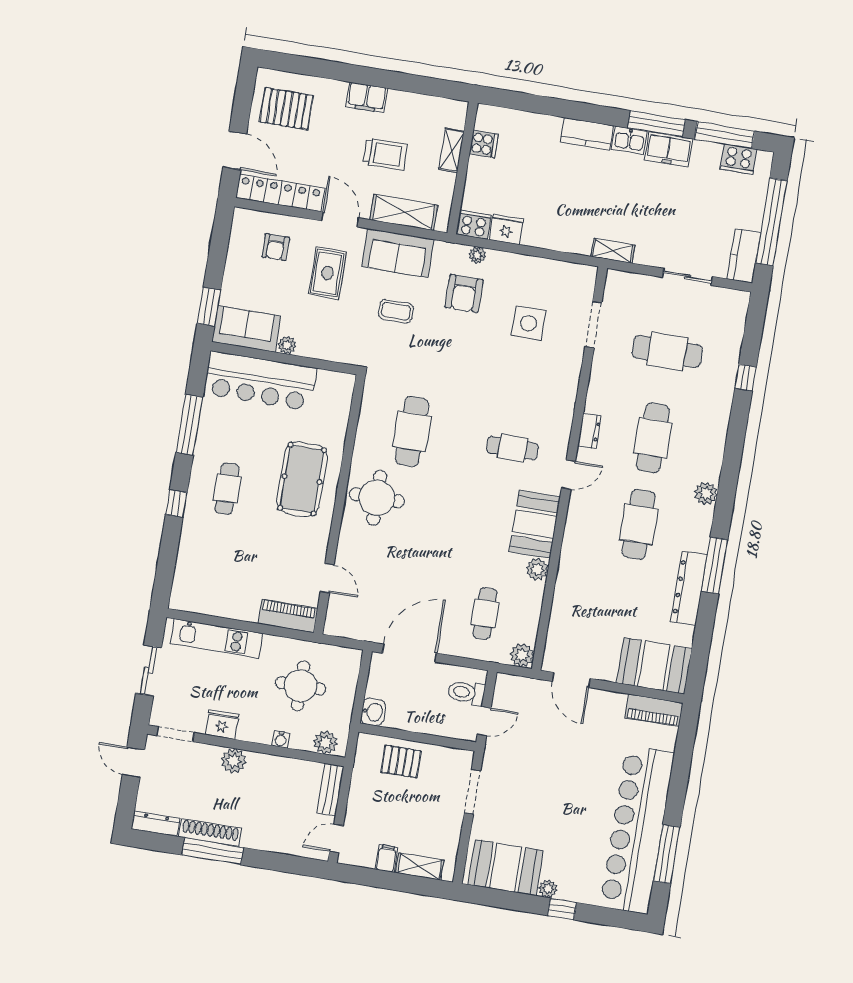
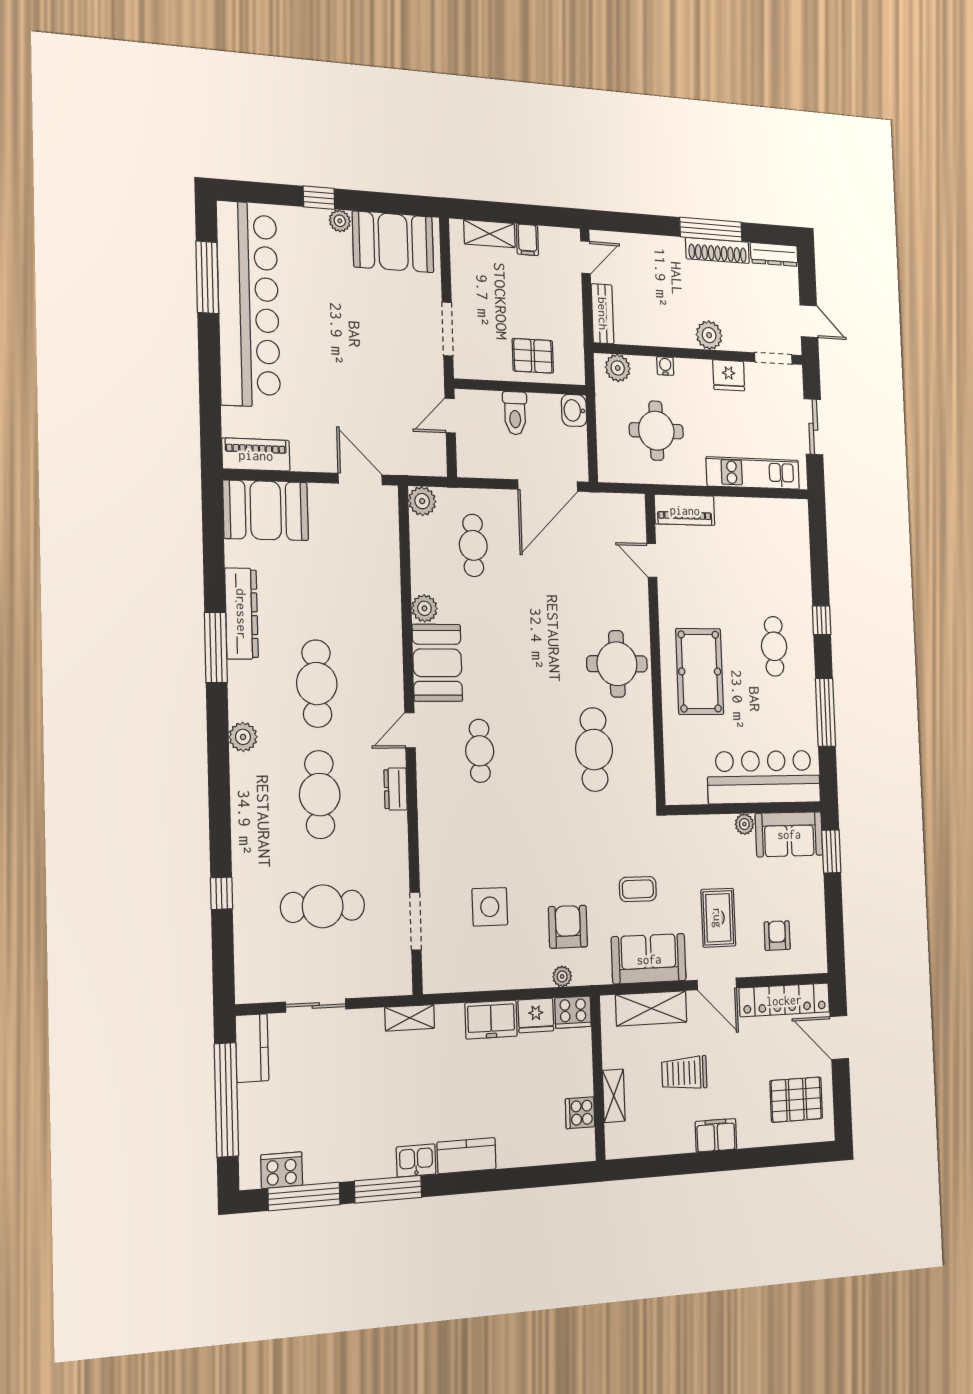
freezer: (669, 149) -> (491, 1020), moved, turned 180
cafe table: (512, 448) -> (480, 751), turned 90
toilet: (466, 693) -> (515, 413), moved, turned 90

